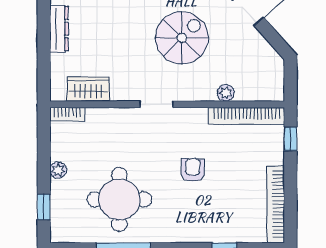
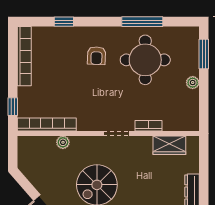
bookcase: (67, 114) -> (149, 126), moved
armchair: (193, 170) -> (96, 56), moved
window: (44, 207) -> (204, 54), width x1.50

